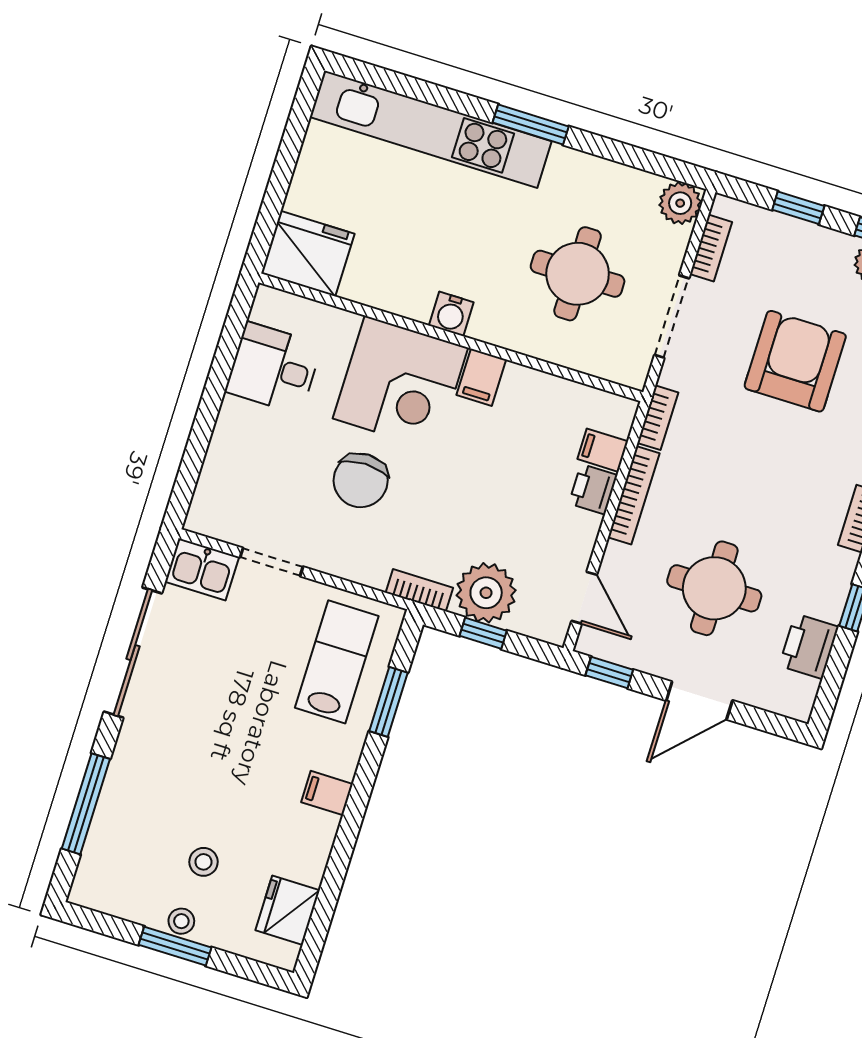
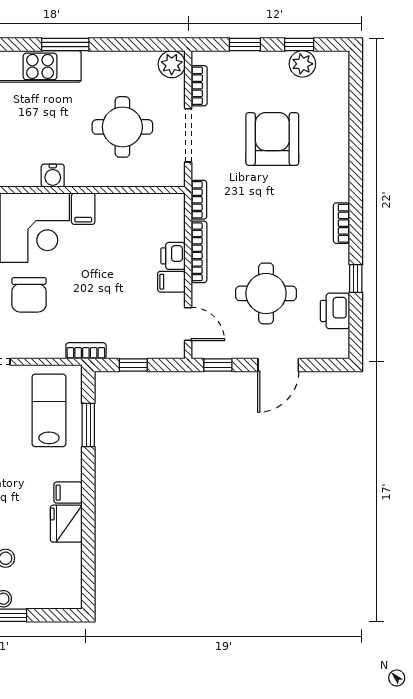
filing cabinet: (603, 450) -> (171, 282), moved
plant: (486, 593) -> (127, 340), removed
fridge: (288, 910) -> (66, 524), moved

